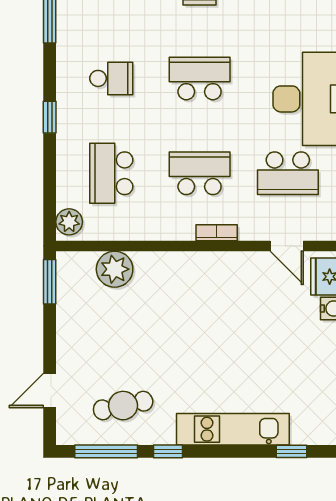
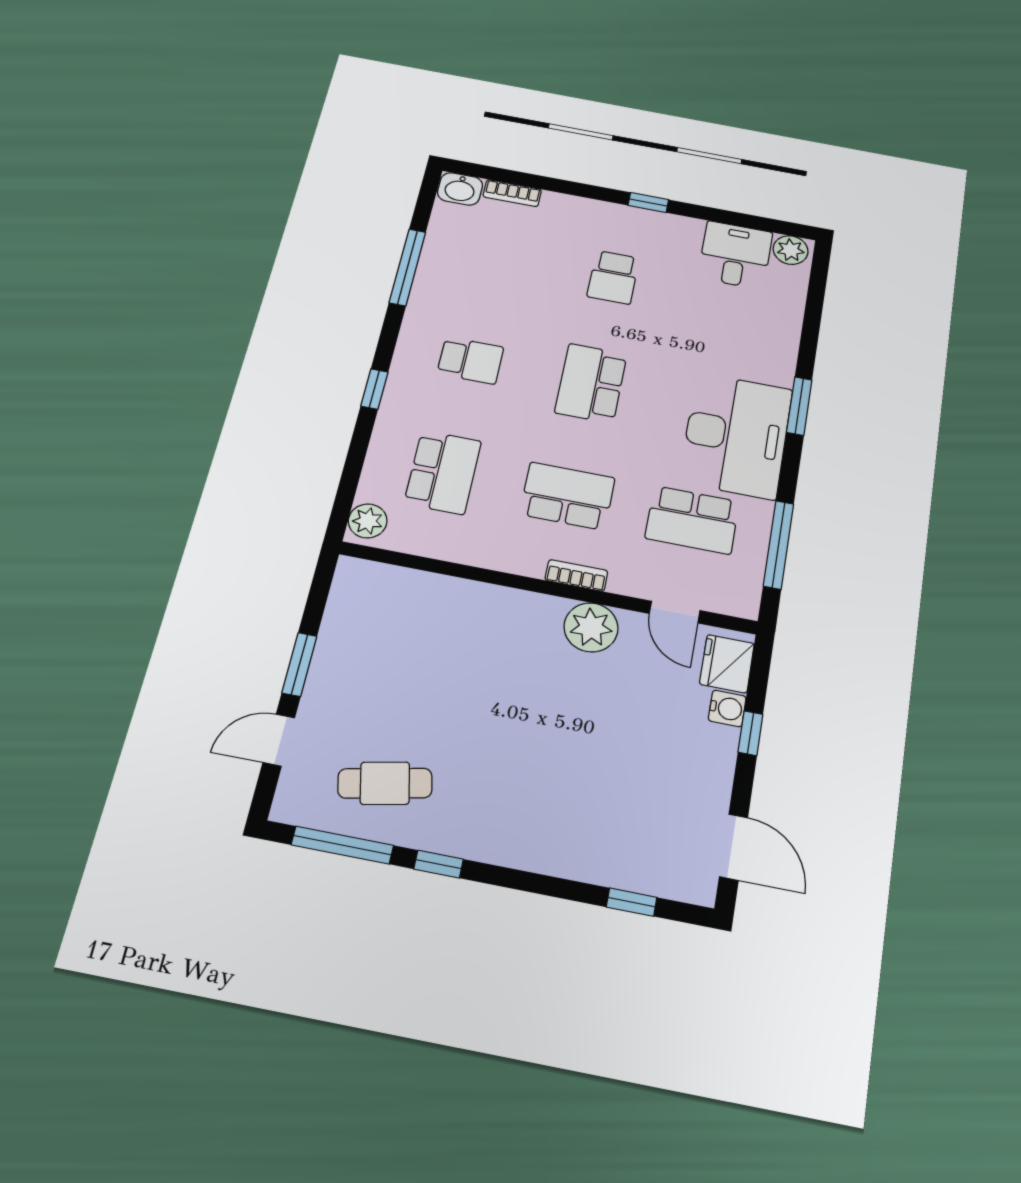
school desk: (200, 78) -> (591, 383), turned -90
school desk: (111, 173) -> (443, 472), turned 180
plant: (115, 269) -> (591, 627), moved
window: (50, 282) -> (299, 664), moved
kitchen unit: (233, 429) -> (546, 851), removed

